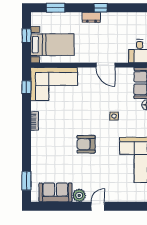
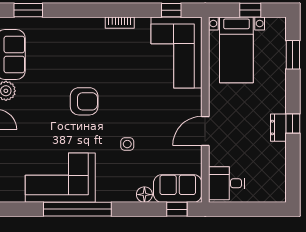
dresser: (91, 17) -> (278, 128), moved
armchair: (86, 144) -> (84, 101), turned 90

